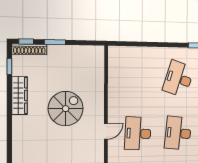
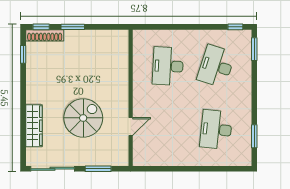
wardrobe: (19, 95) -> (34, 126), moved
spiral stairs: (66, 109) -> (83, 118), moved
desk: (138, 134) -> (168, 66), moved

